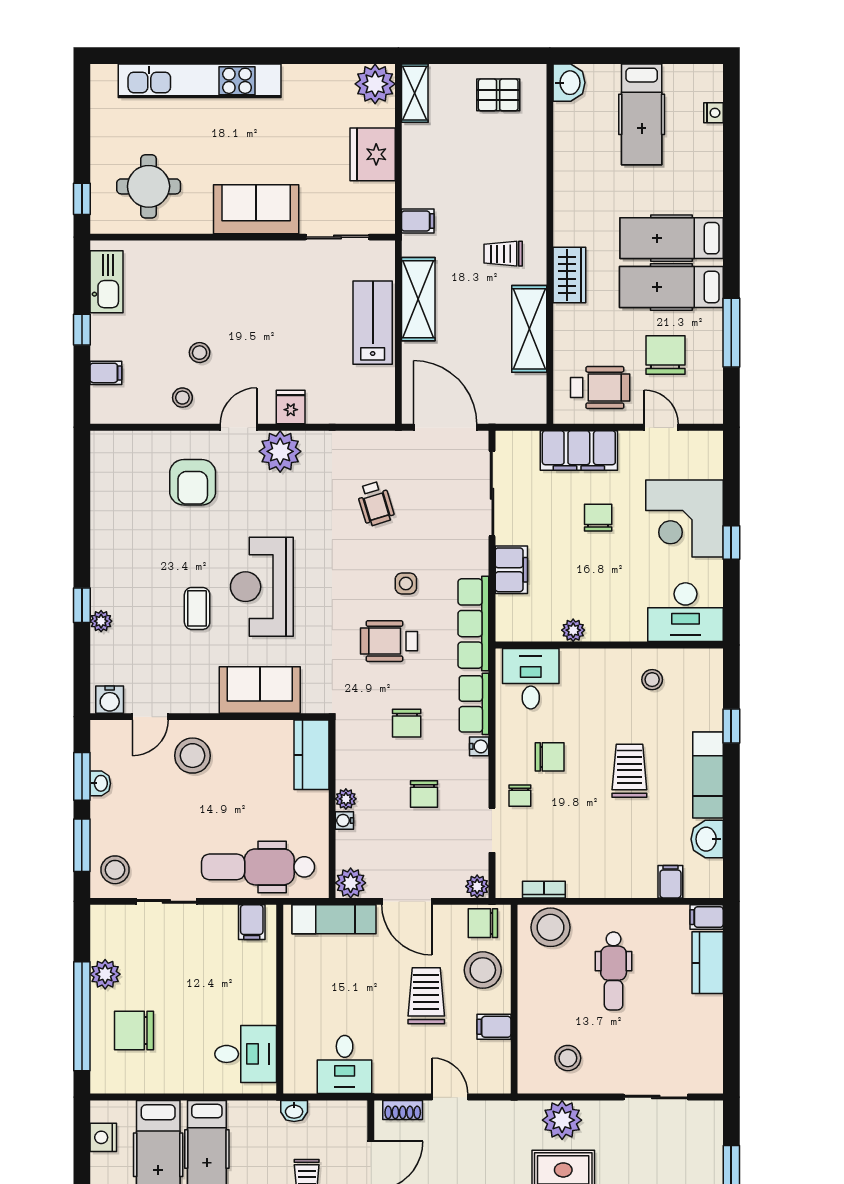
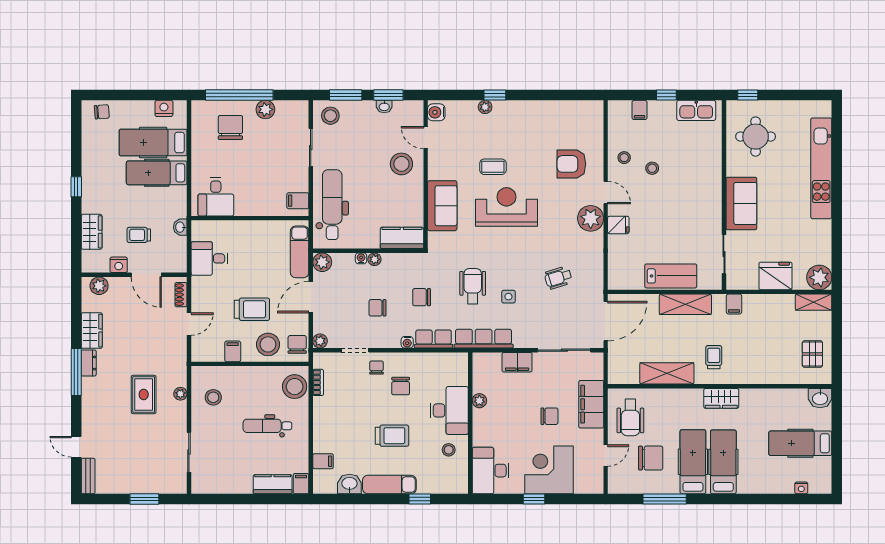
wardrobe: (569, 275) -> (721, 398), moved
desk: (531, 679) -> (449, 410), moved, width x1.37
chair: (520, 796) -> (376, 367), turned 90
plant: (562, 1120) -> (180, 394), width x0.53, depth x0.53

